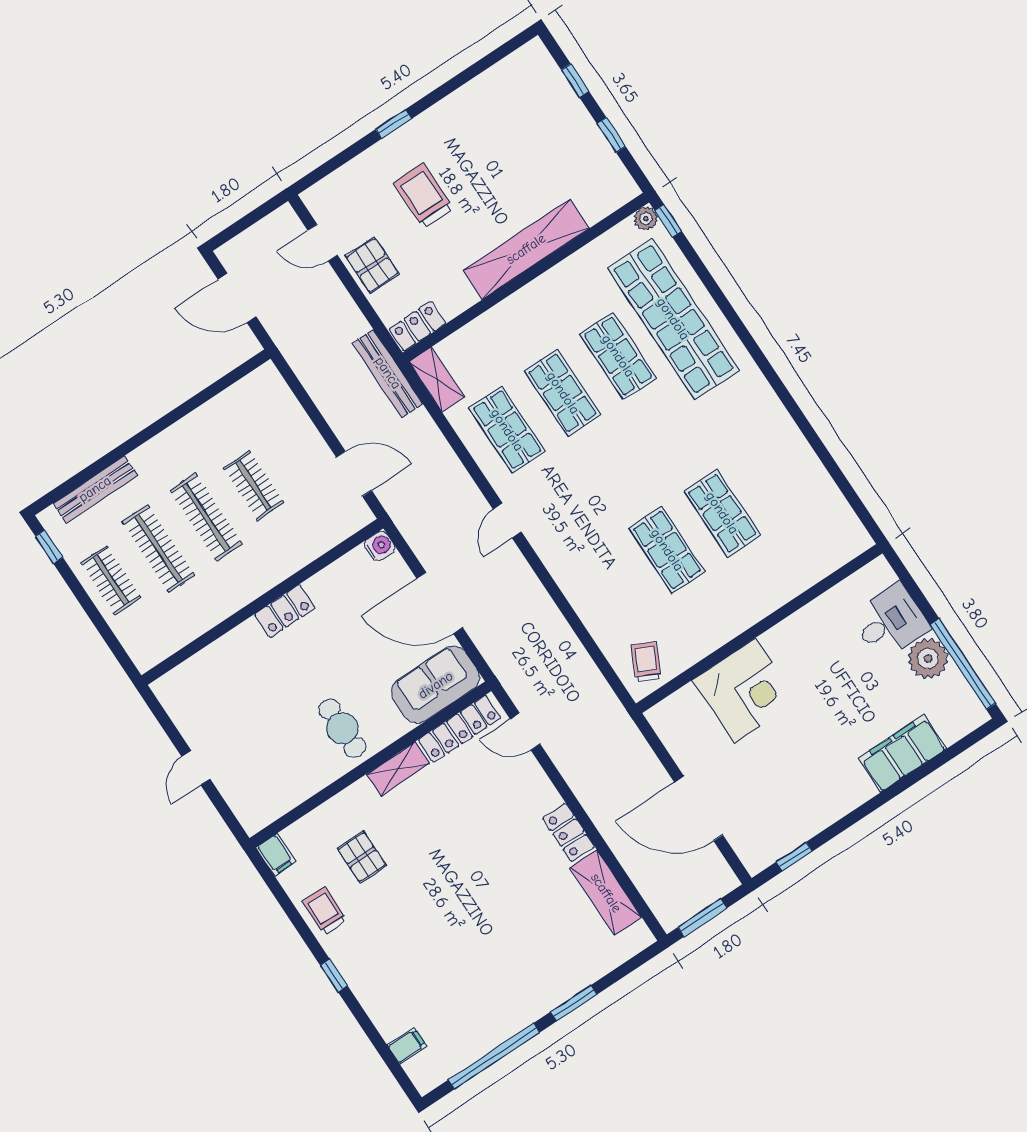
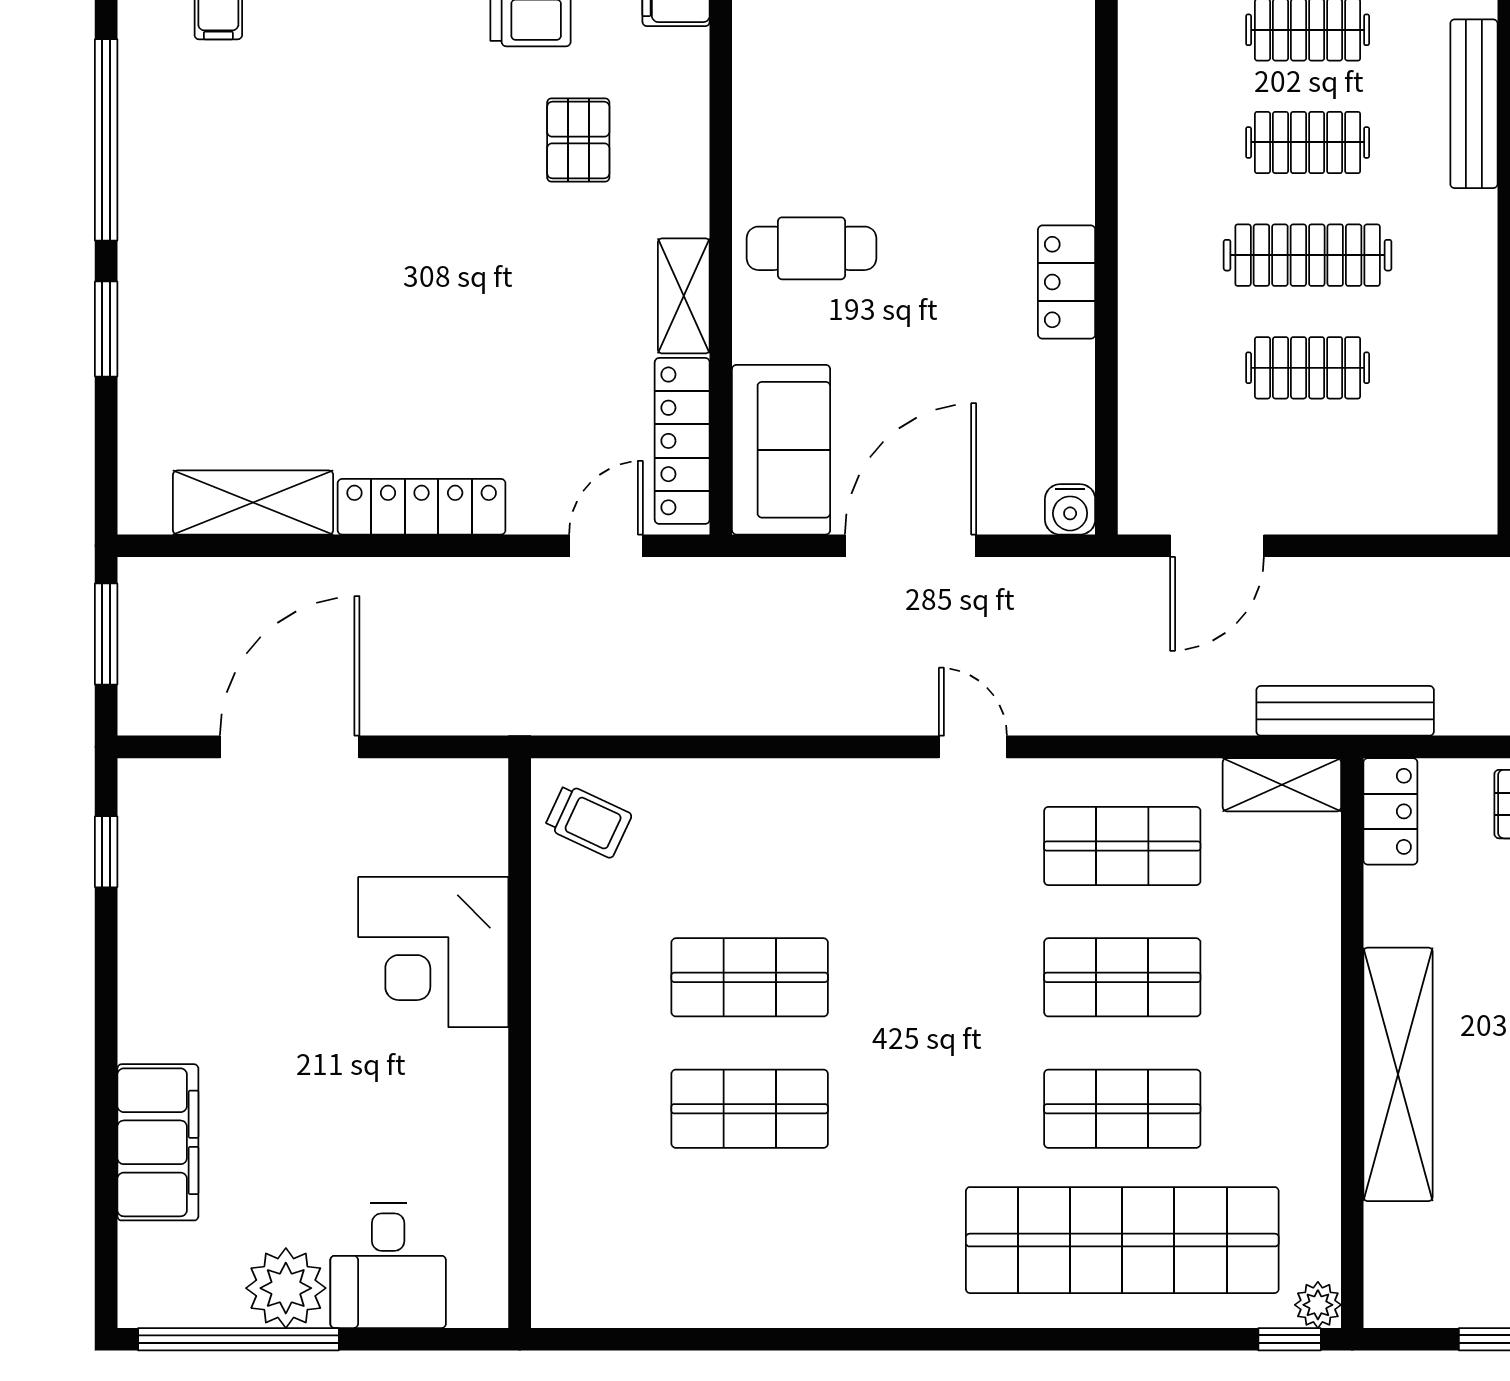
clothes rail: (158, 549) -> (1308, 142), width x0.73
locker: (569, 832) -> (422, 507), width x1.53
pallet: (362, 857) -> (578, 140), turned 90

